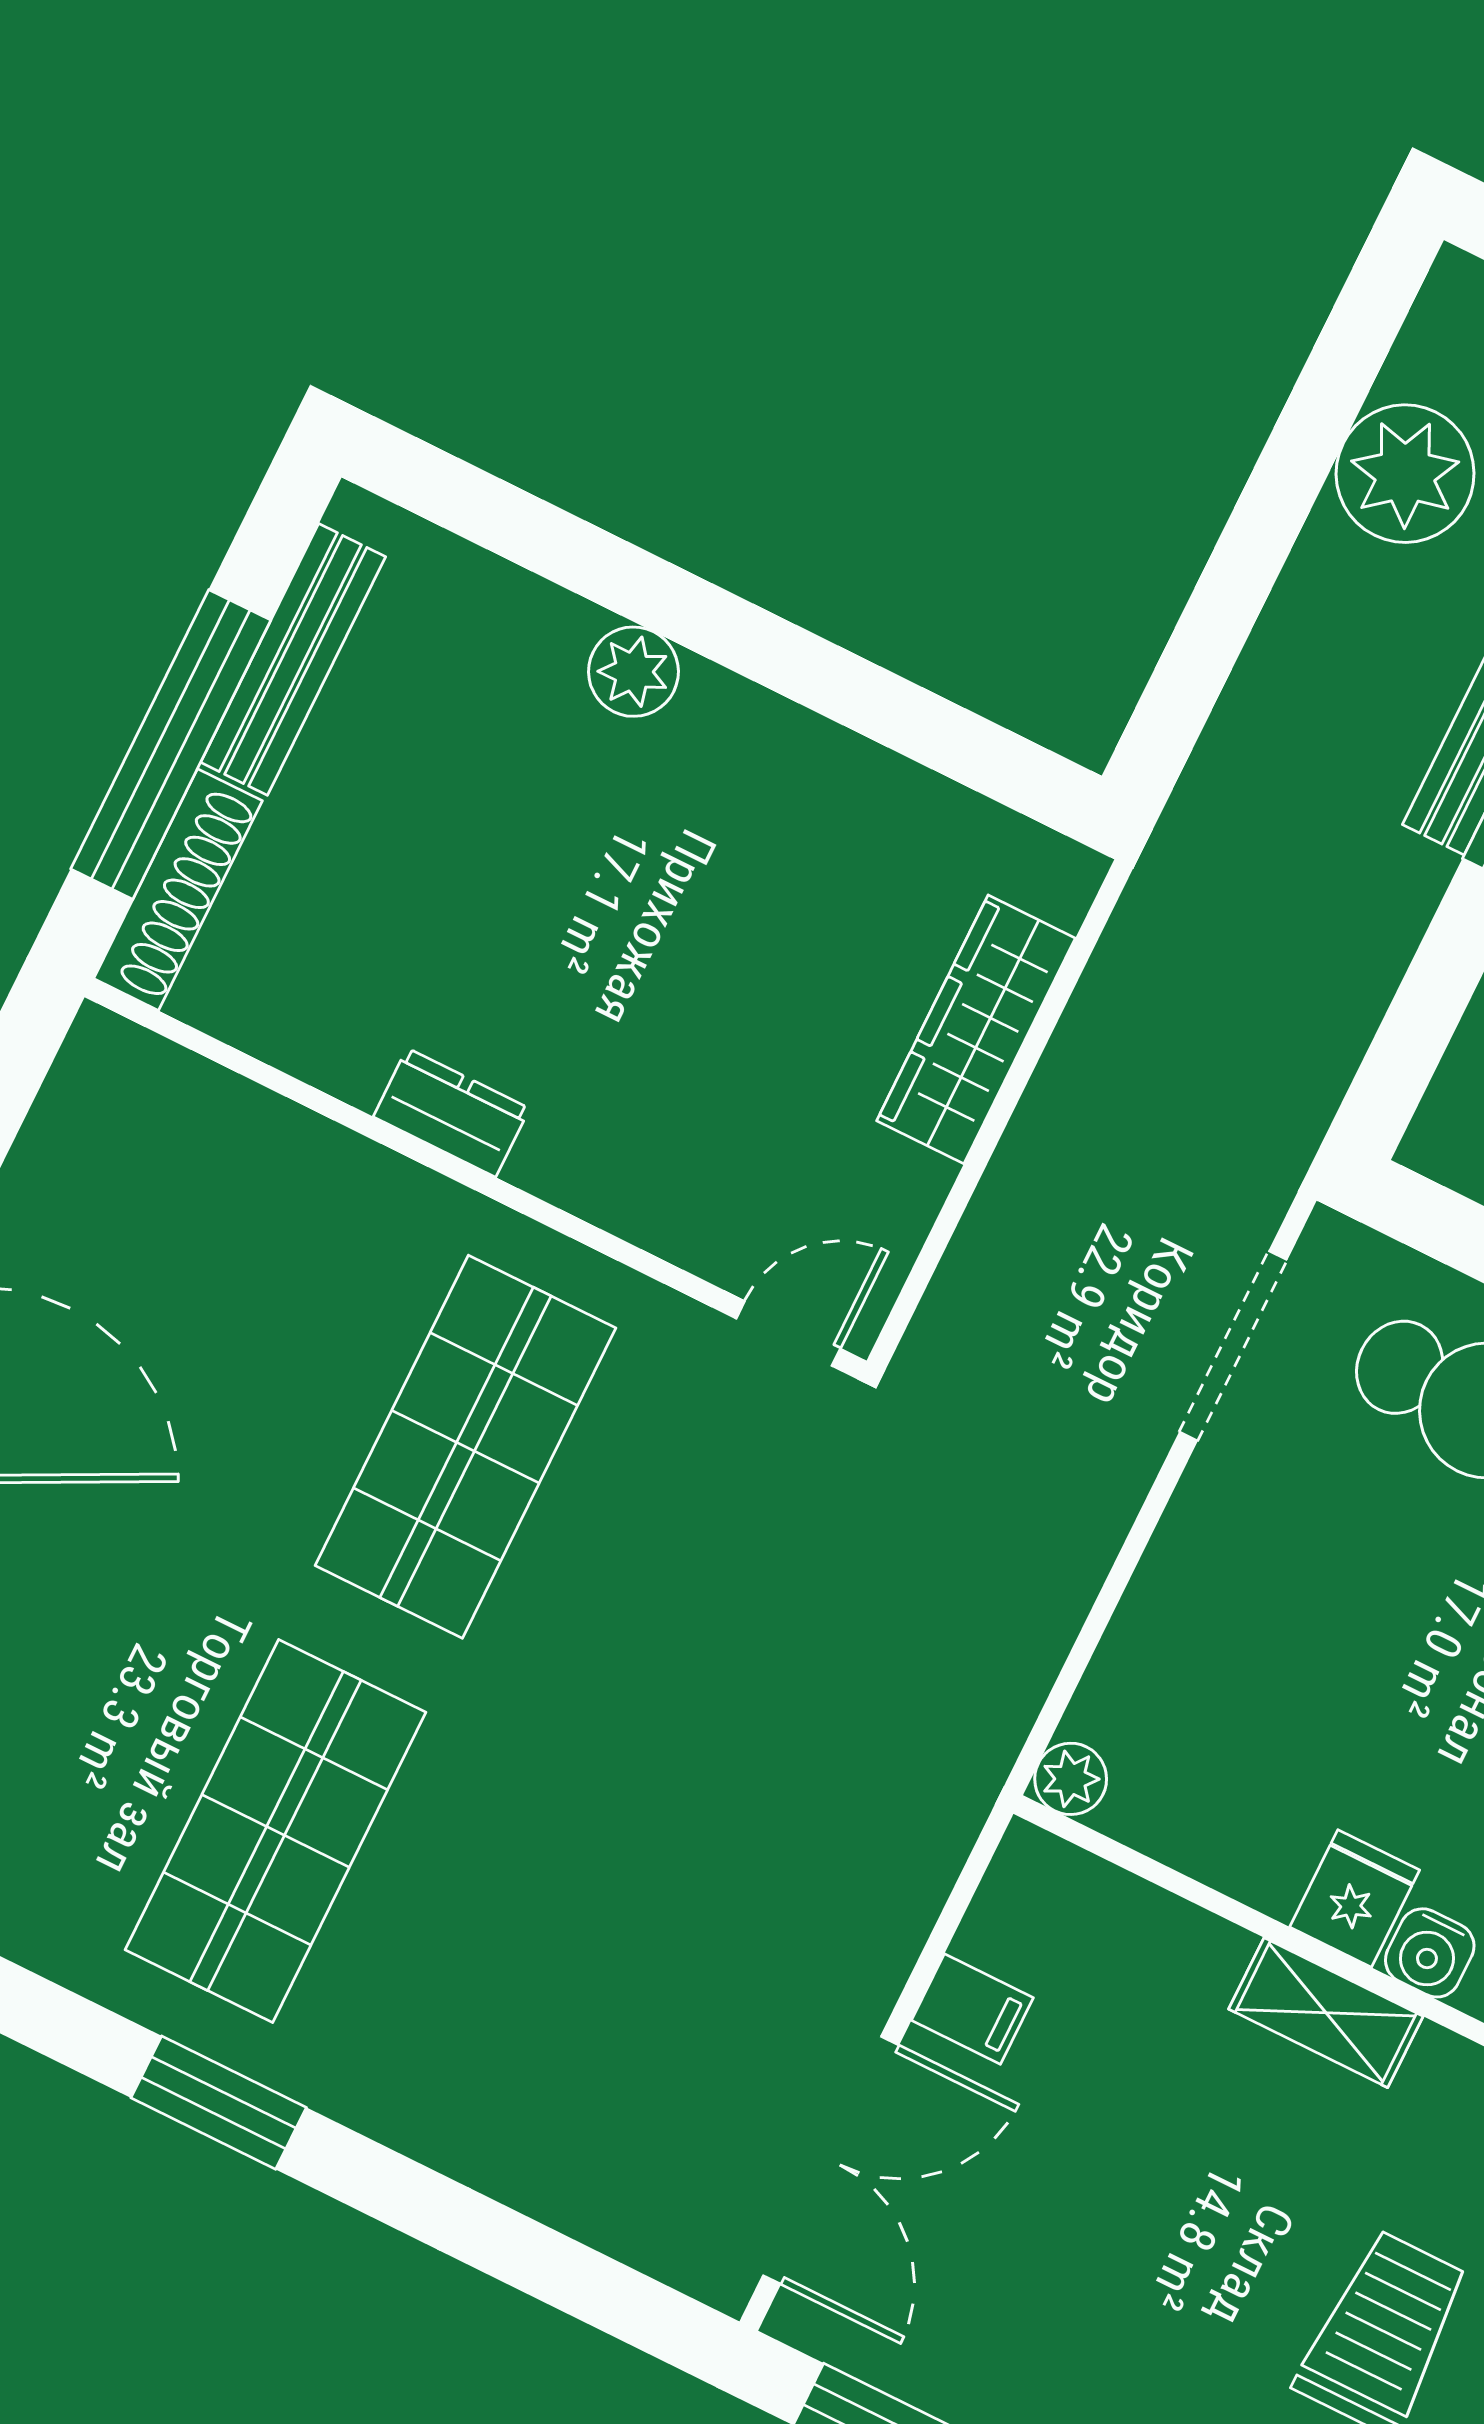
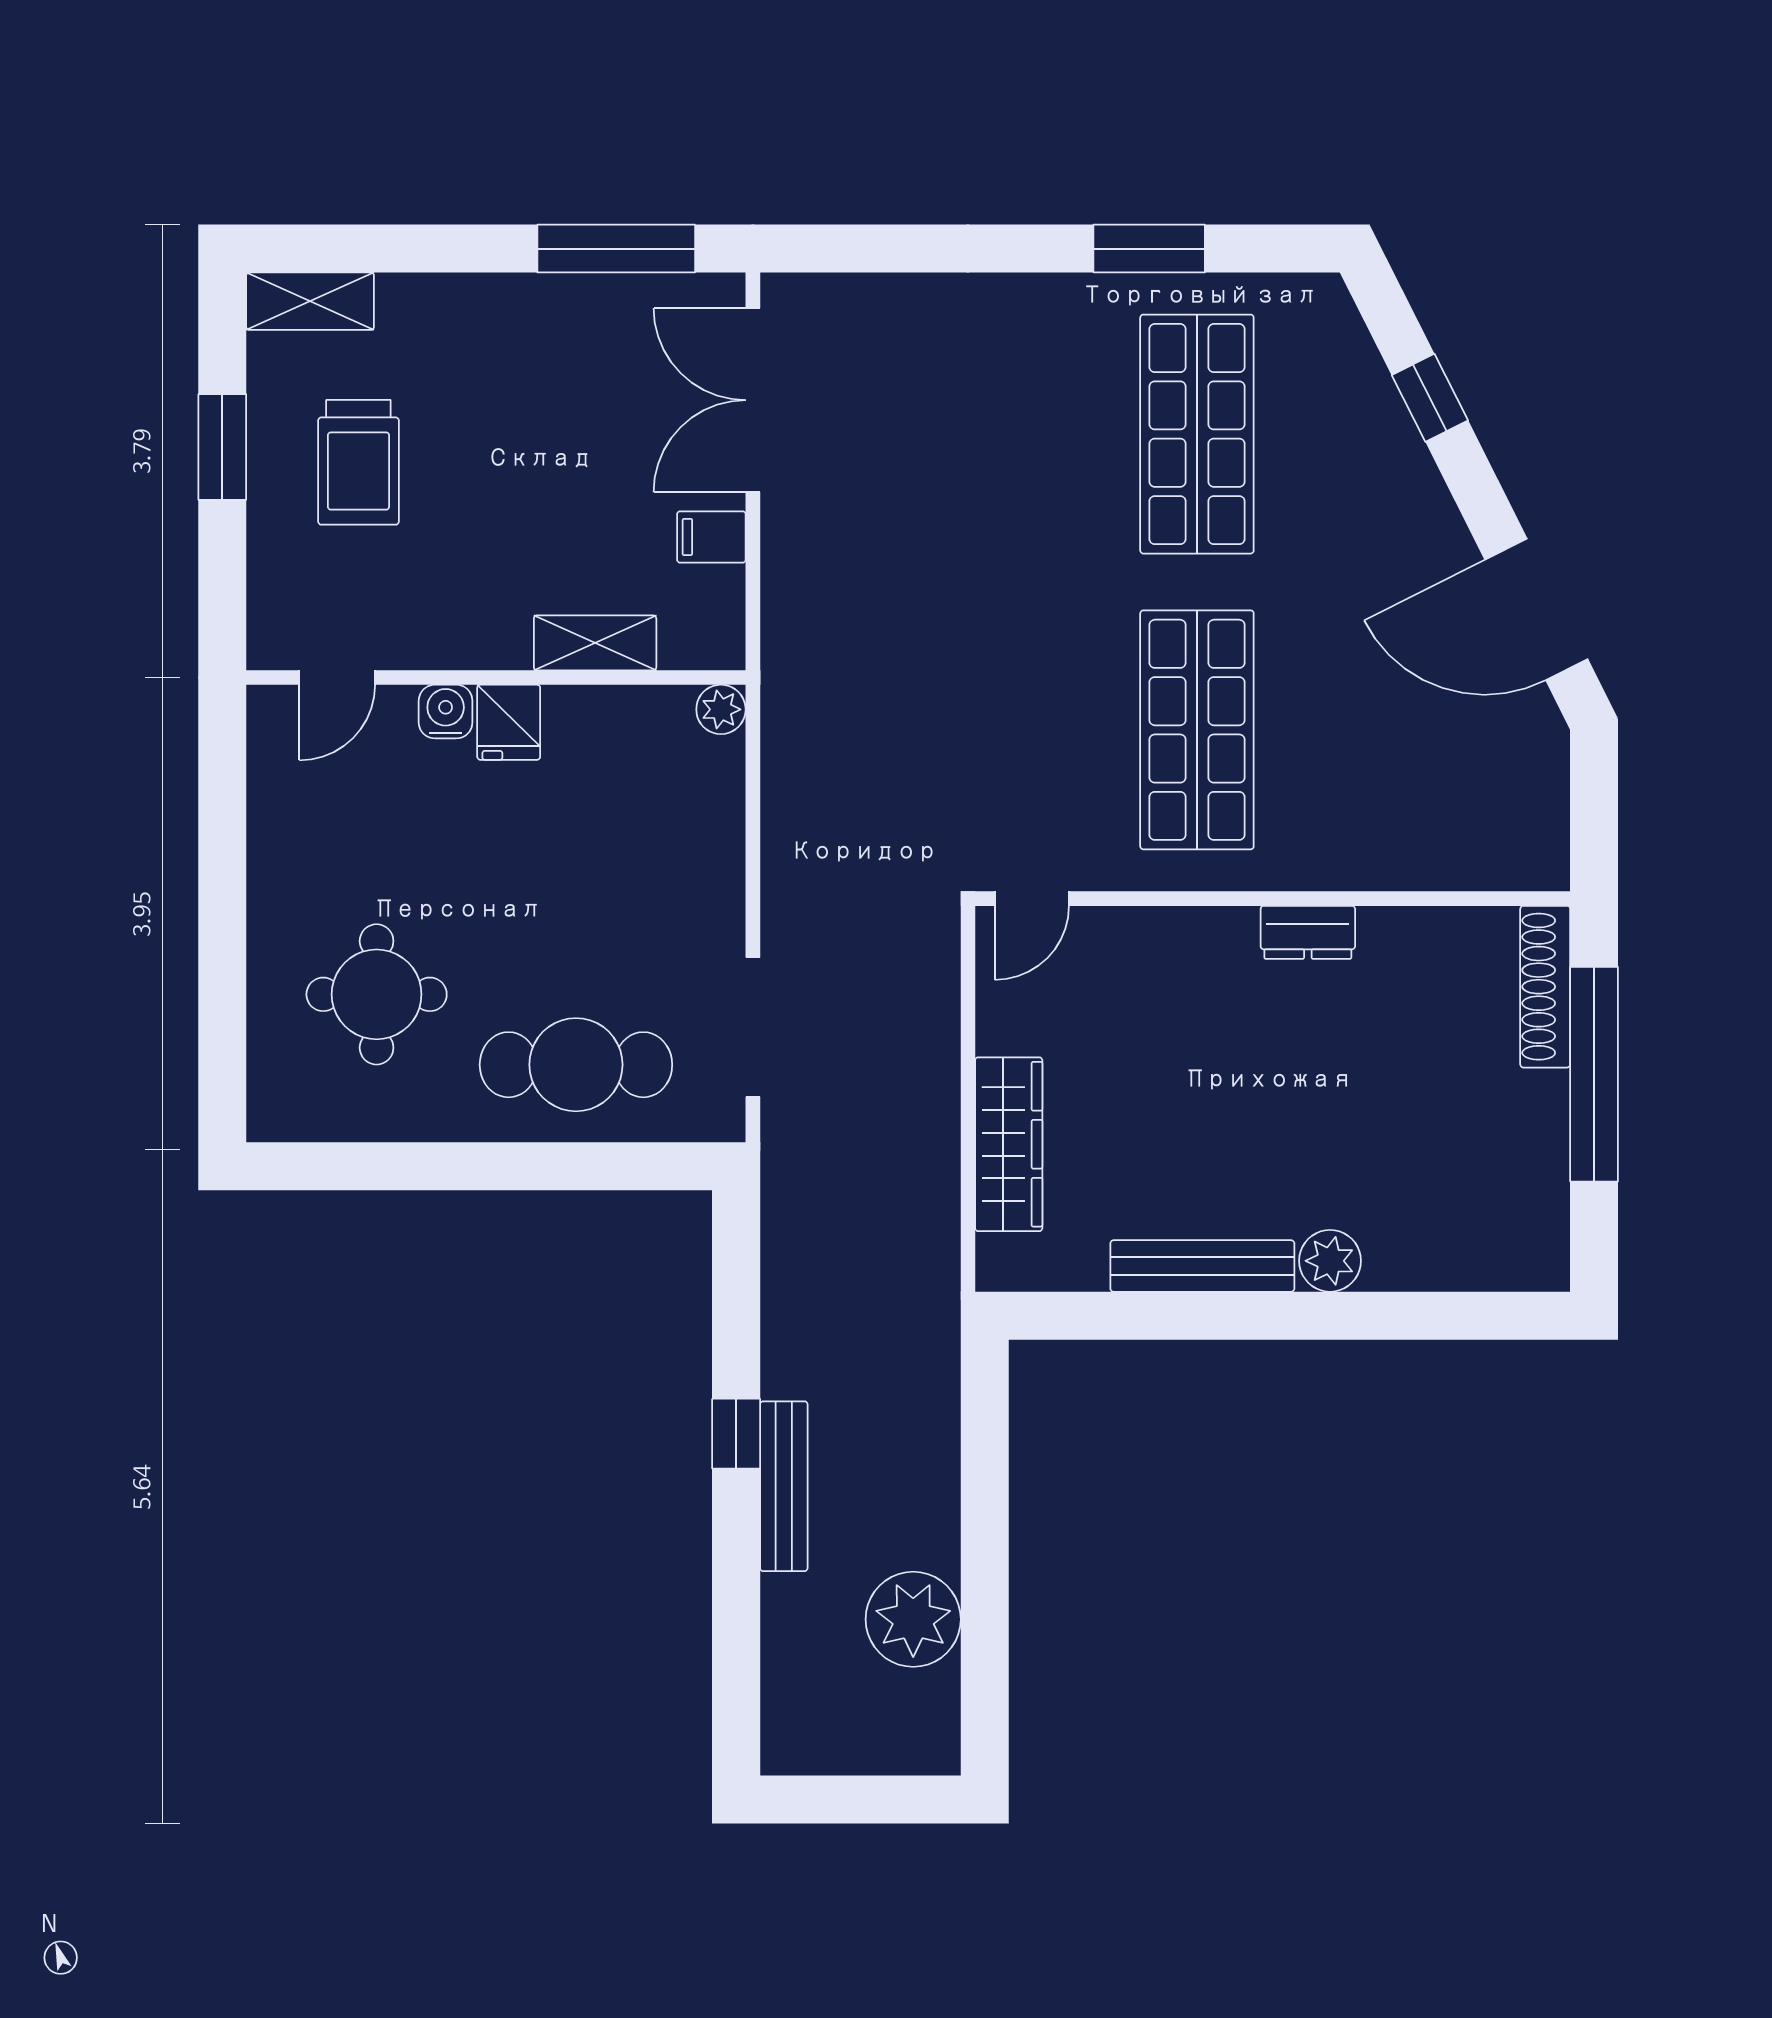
bench: (293, 659) -> (1202, 1266), moved, turned 90
shelving: (1326, 2013) -> (595, 643), moved

